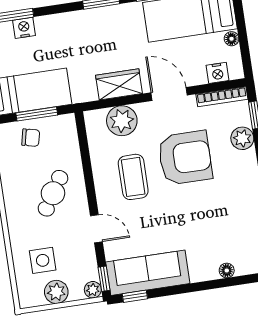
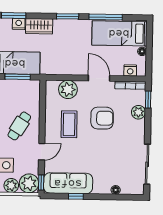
wardrobe: (119, 84) -> (39, 26), moved, turned 180
chair: (31, 138) -> (12, 90), removed
armchair: (185, 158) -> (102, 118), width x0.73, depth x0.73
door: (96, 229) -> (42, 152), hinge flipped
plant: (93, 290) -> (29, 183), width x1.88, depth x1.88
window: (135, 296) -> (76, 196), moved

